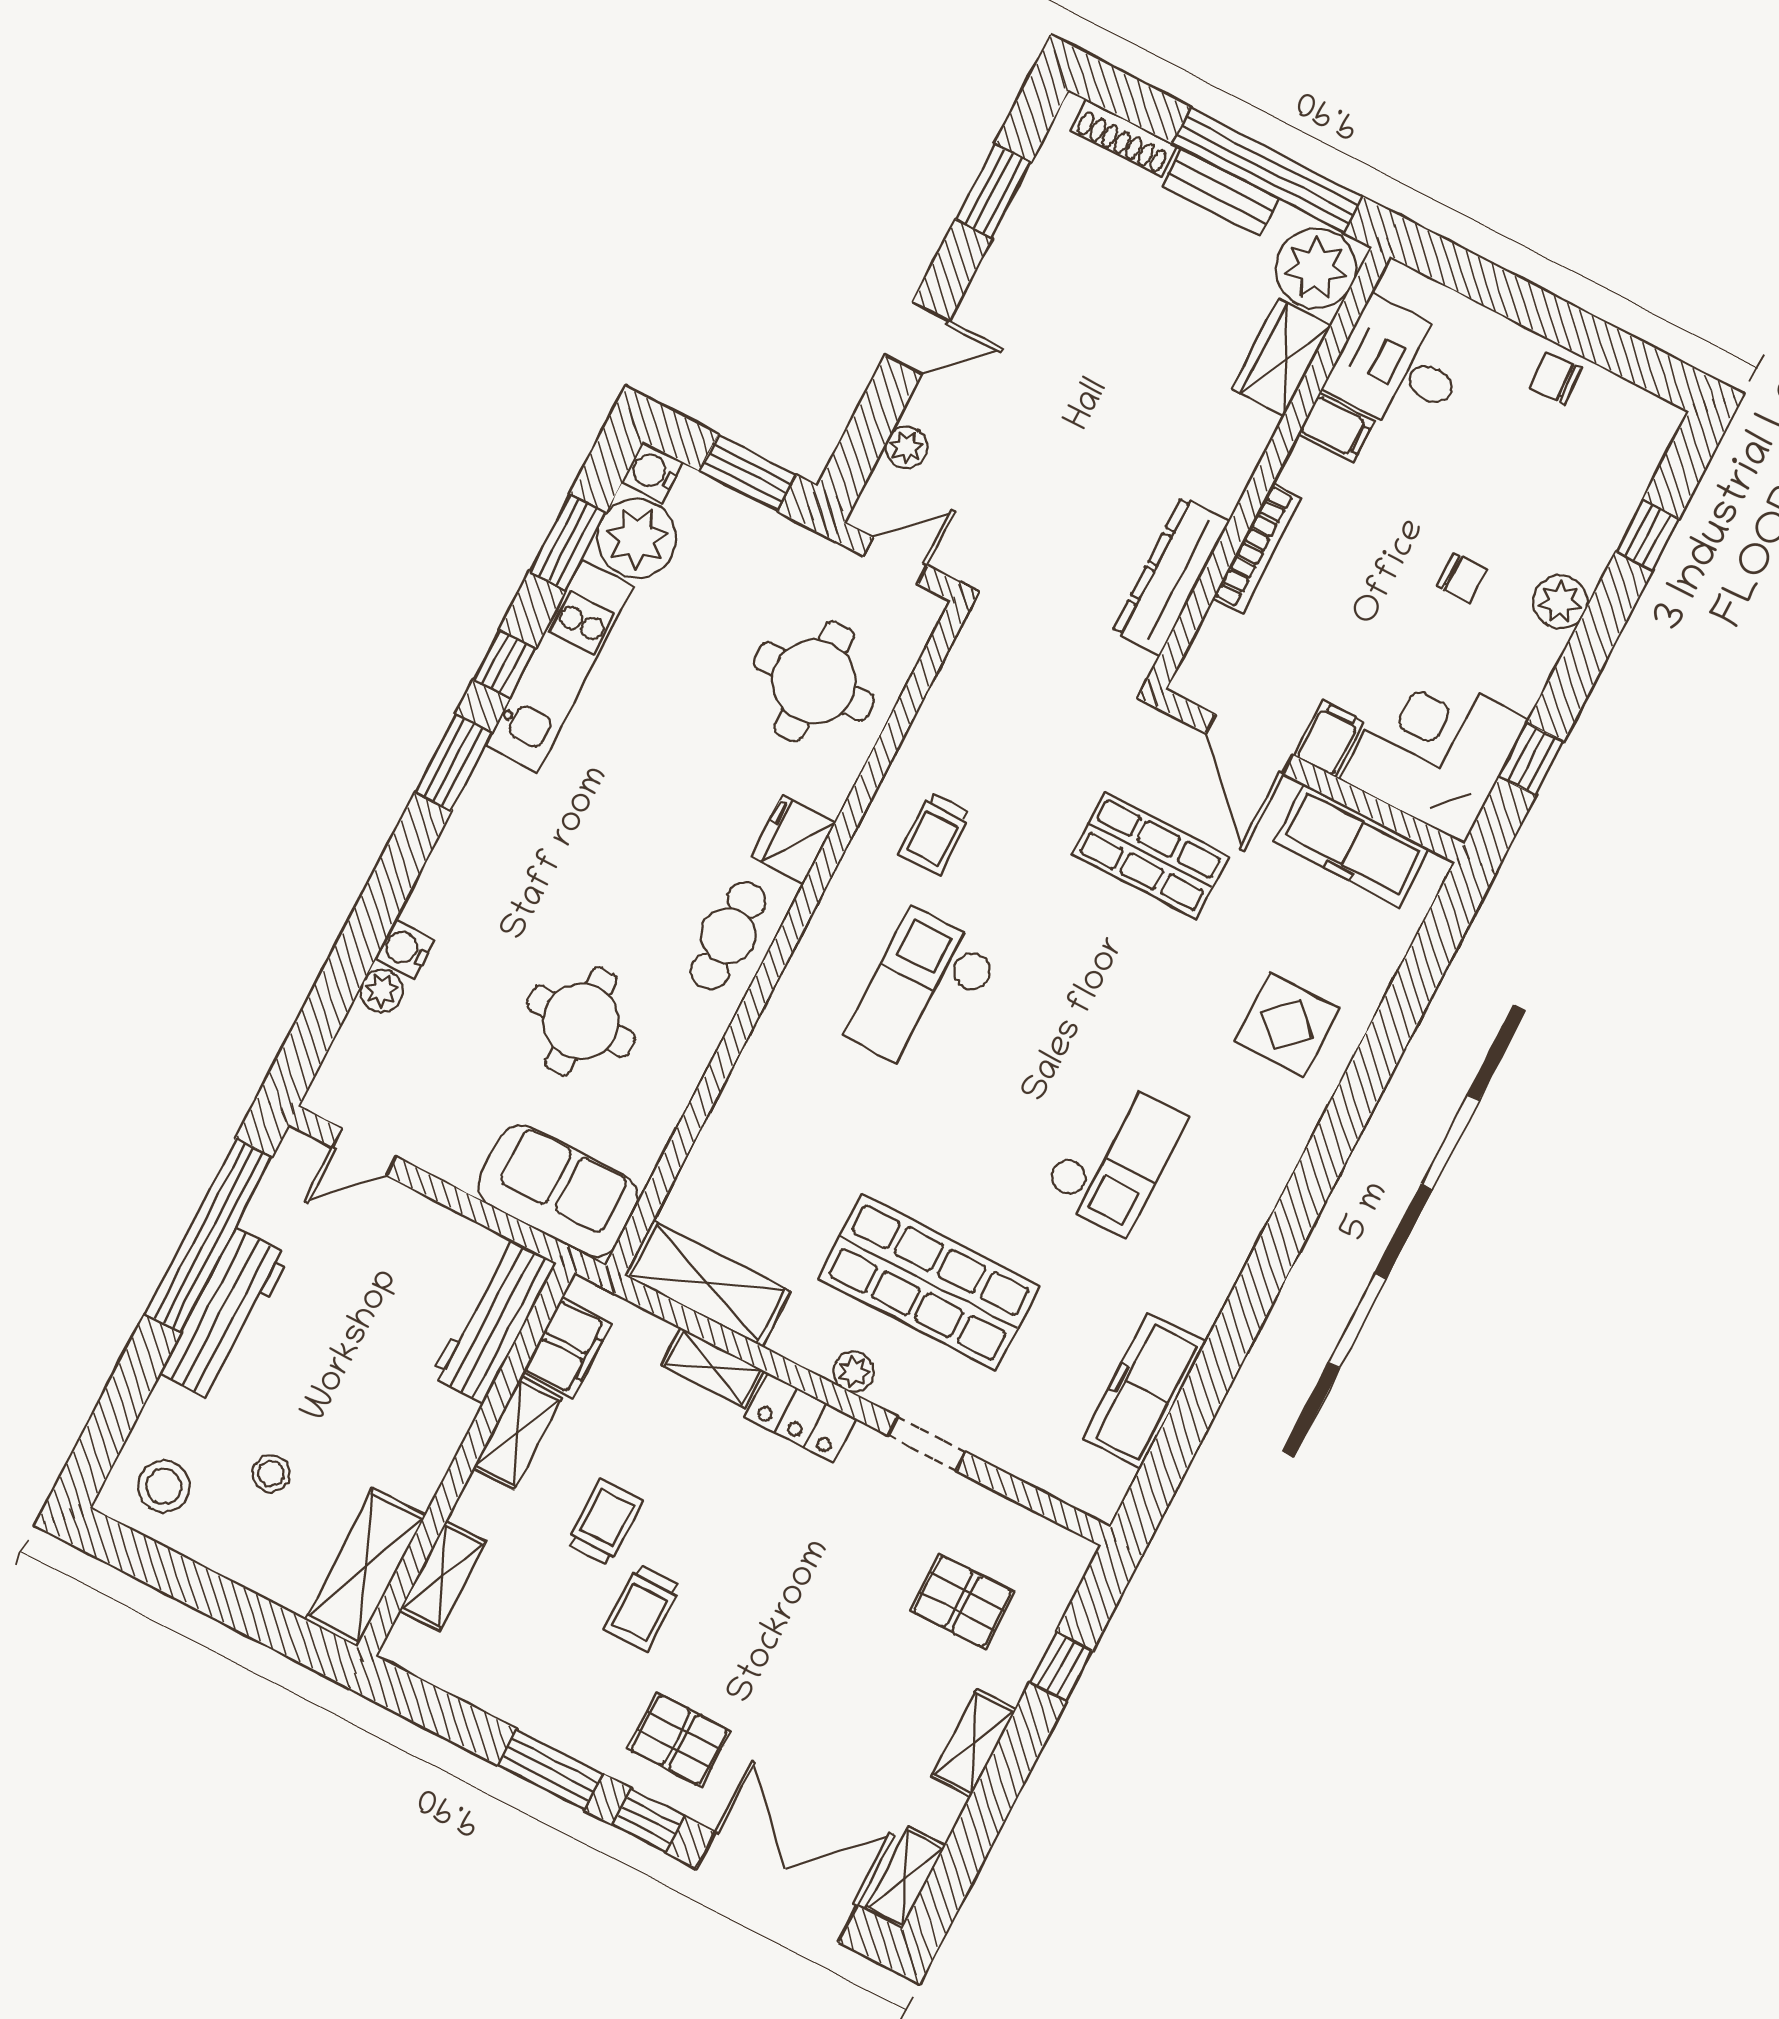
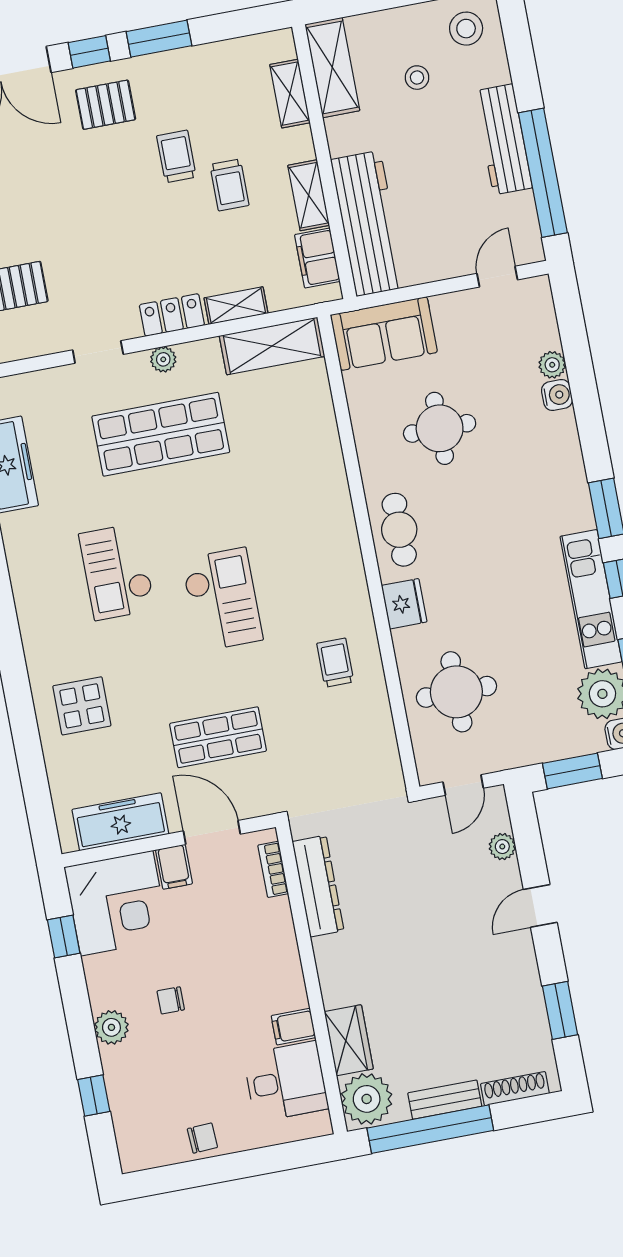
bookcase: (1257, 548) -> (273, 869), moved, width x0.64
checkout: (923, 994) -> (222, 600), moved
workbench: (493, 1320) -> (368, 223), width x1.36, depth x1.32

